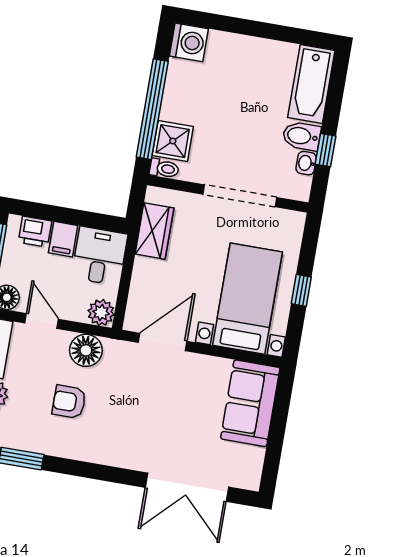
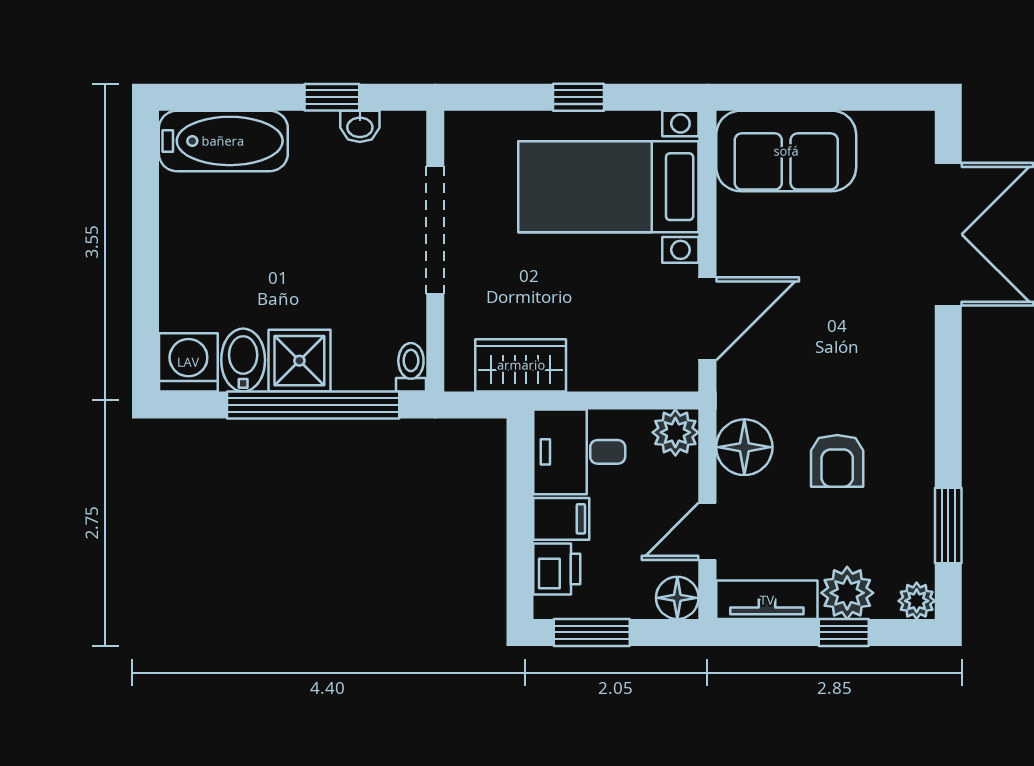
bidet: (302, 136) -> (243, 360), moved, turned 180
shower: (173, 141) -> (299, 361), moved
door: (163, 342) -> (707, 319), swing flipped

